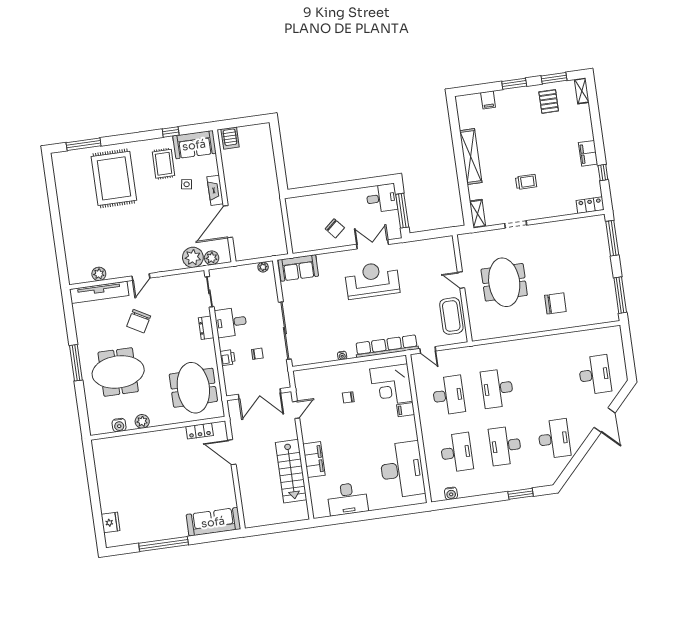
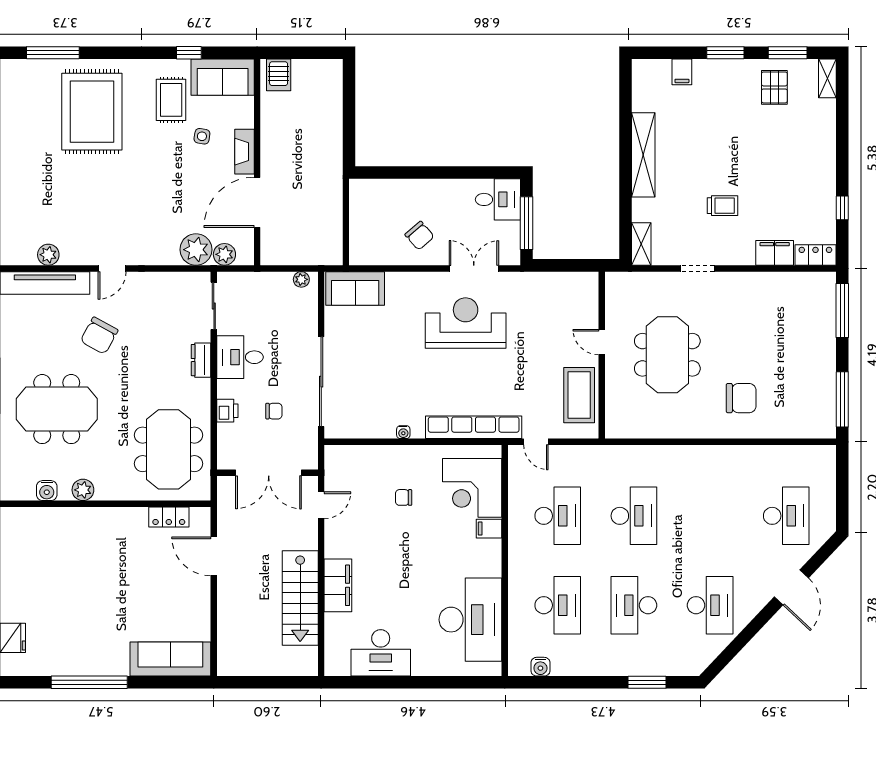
filing cabinet: (588, 153) -> (775, 253), moved, turned 90
desk: (497, 388) -> (634, 516), turned 180

